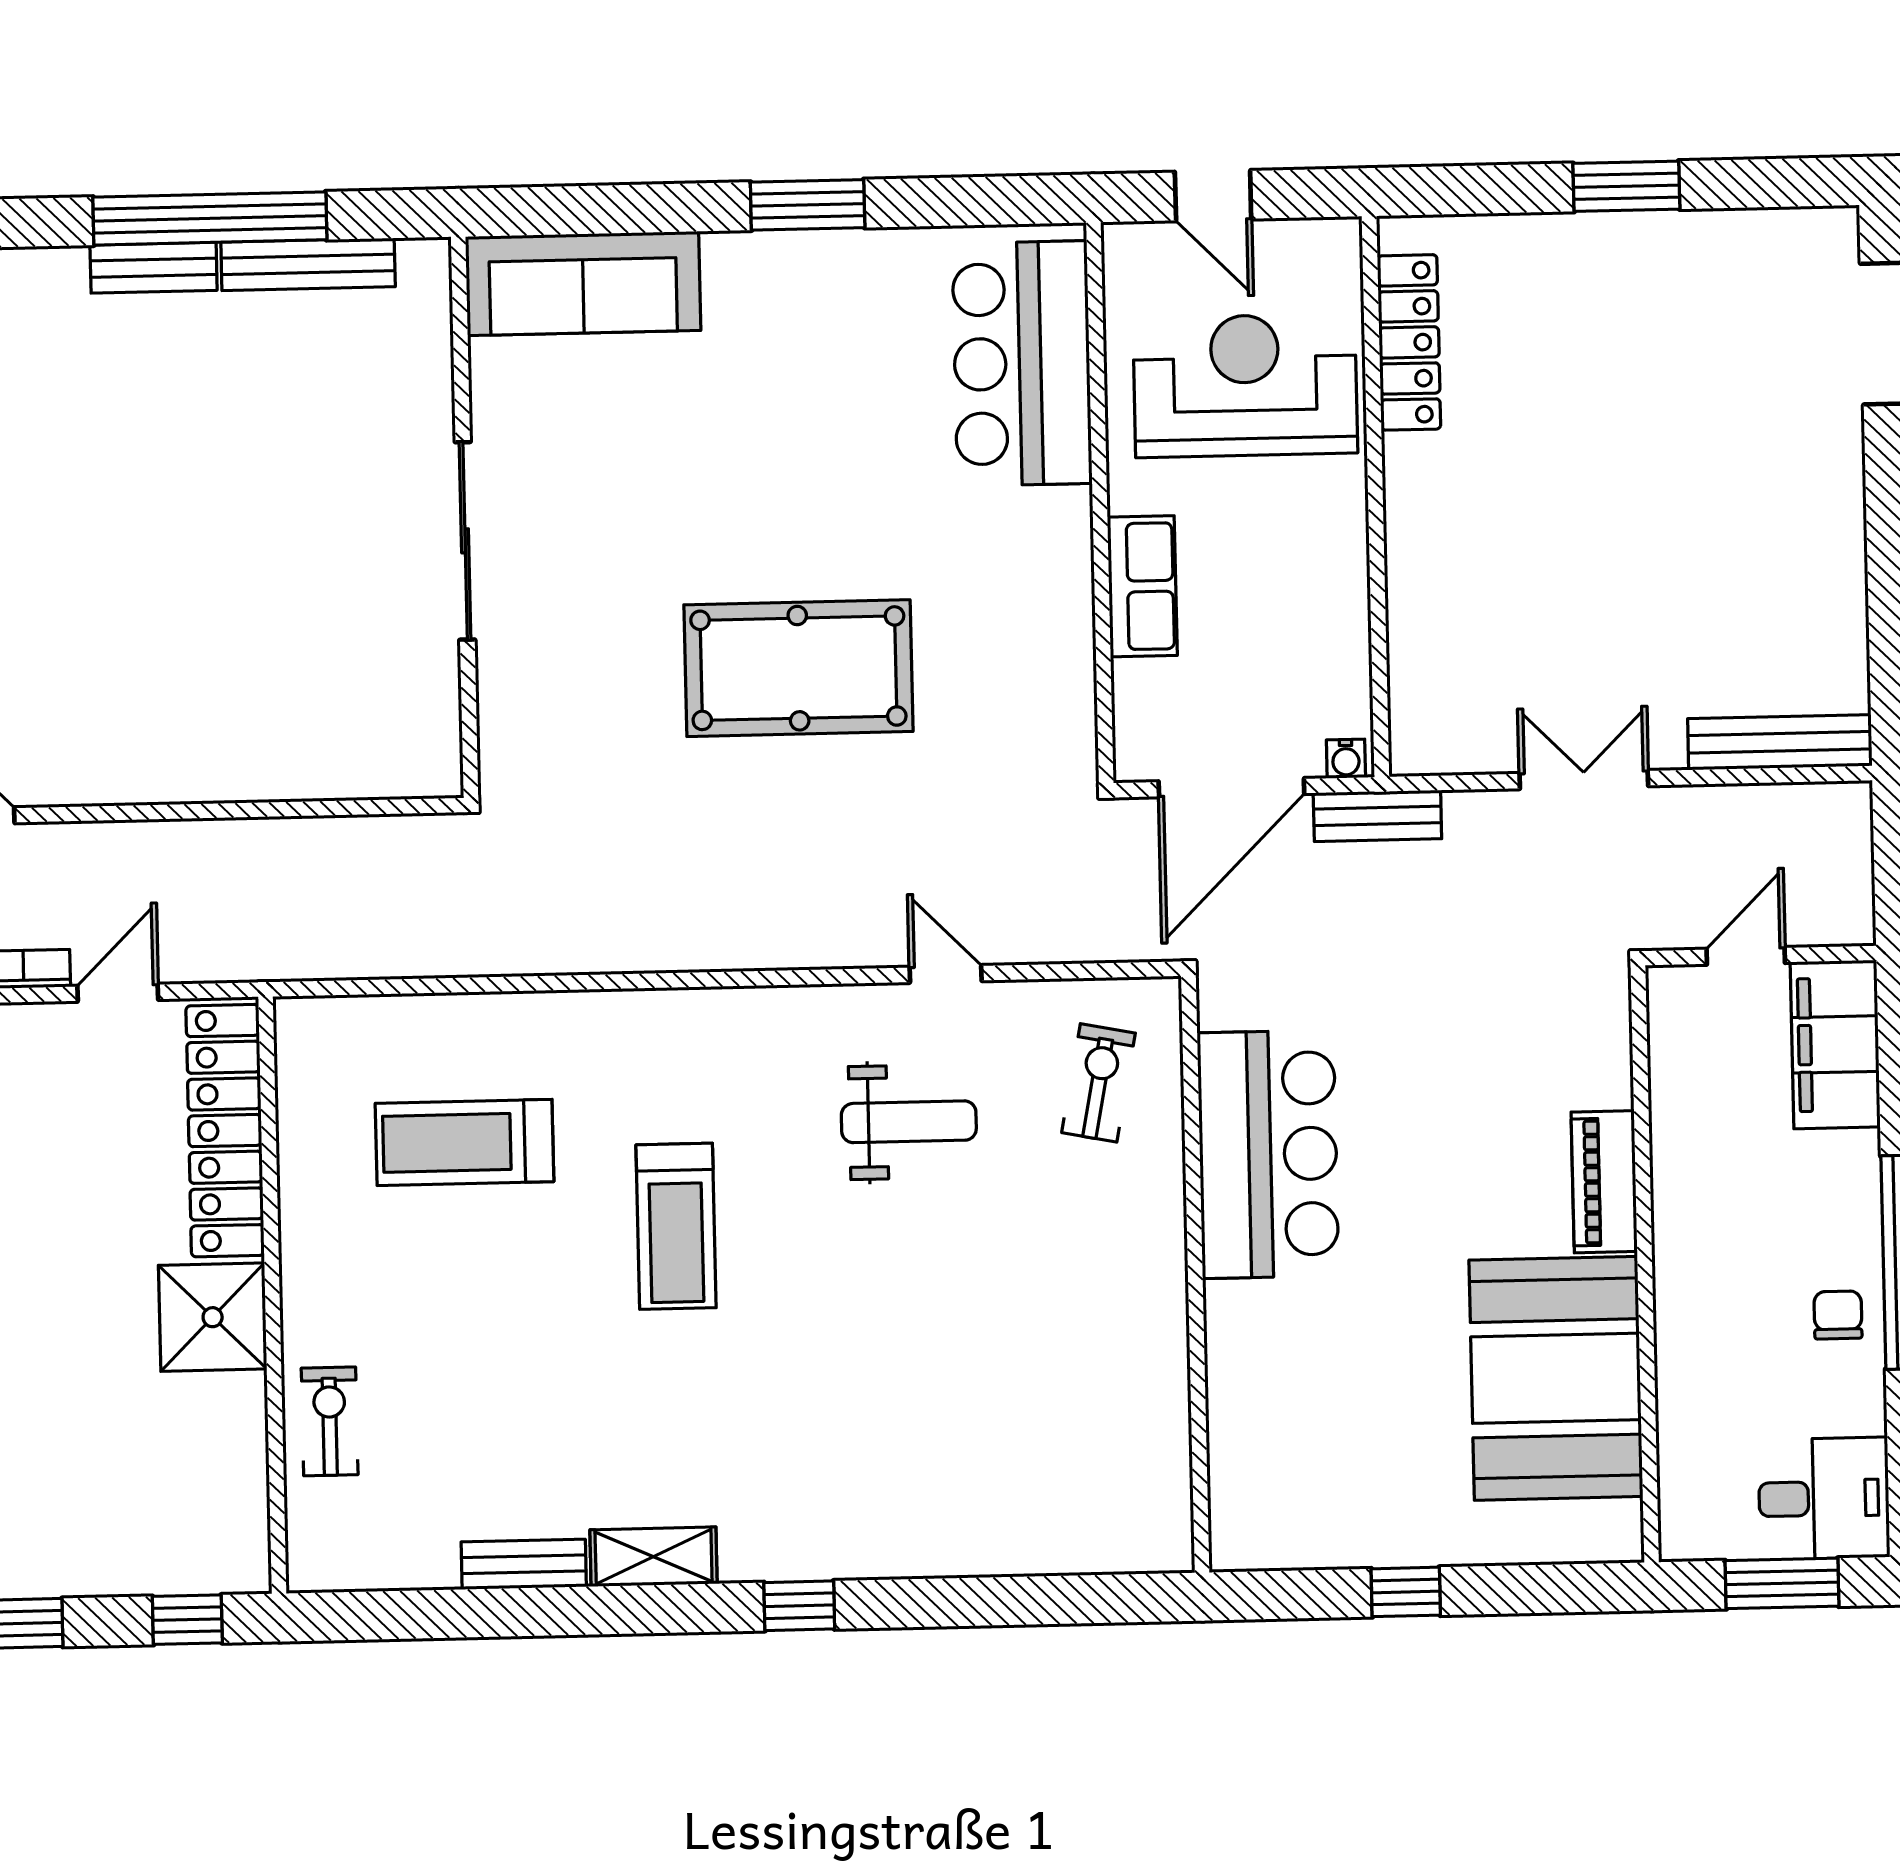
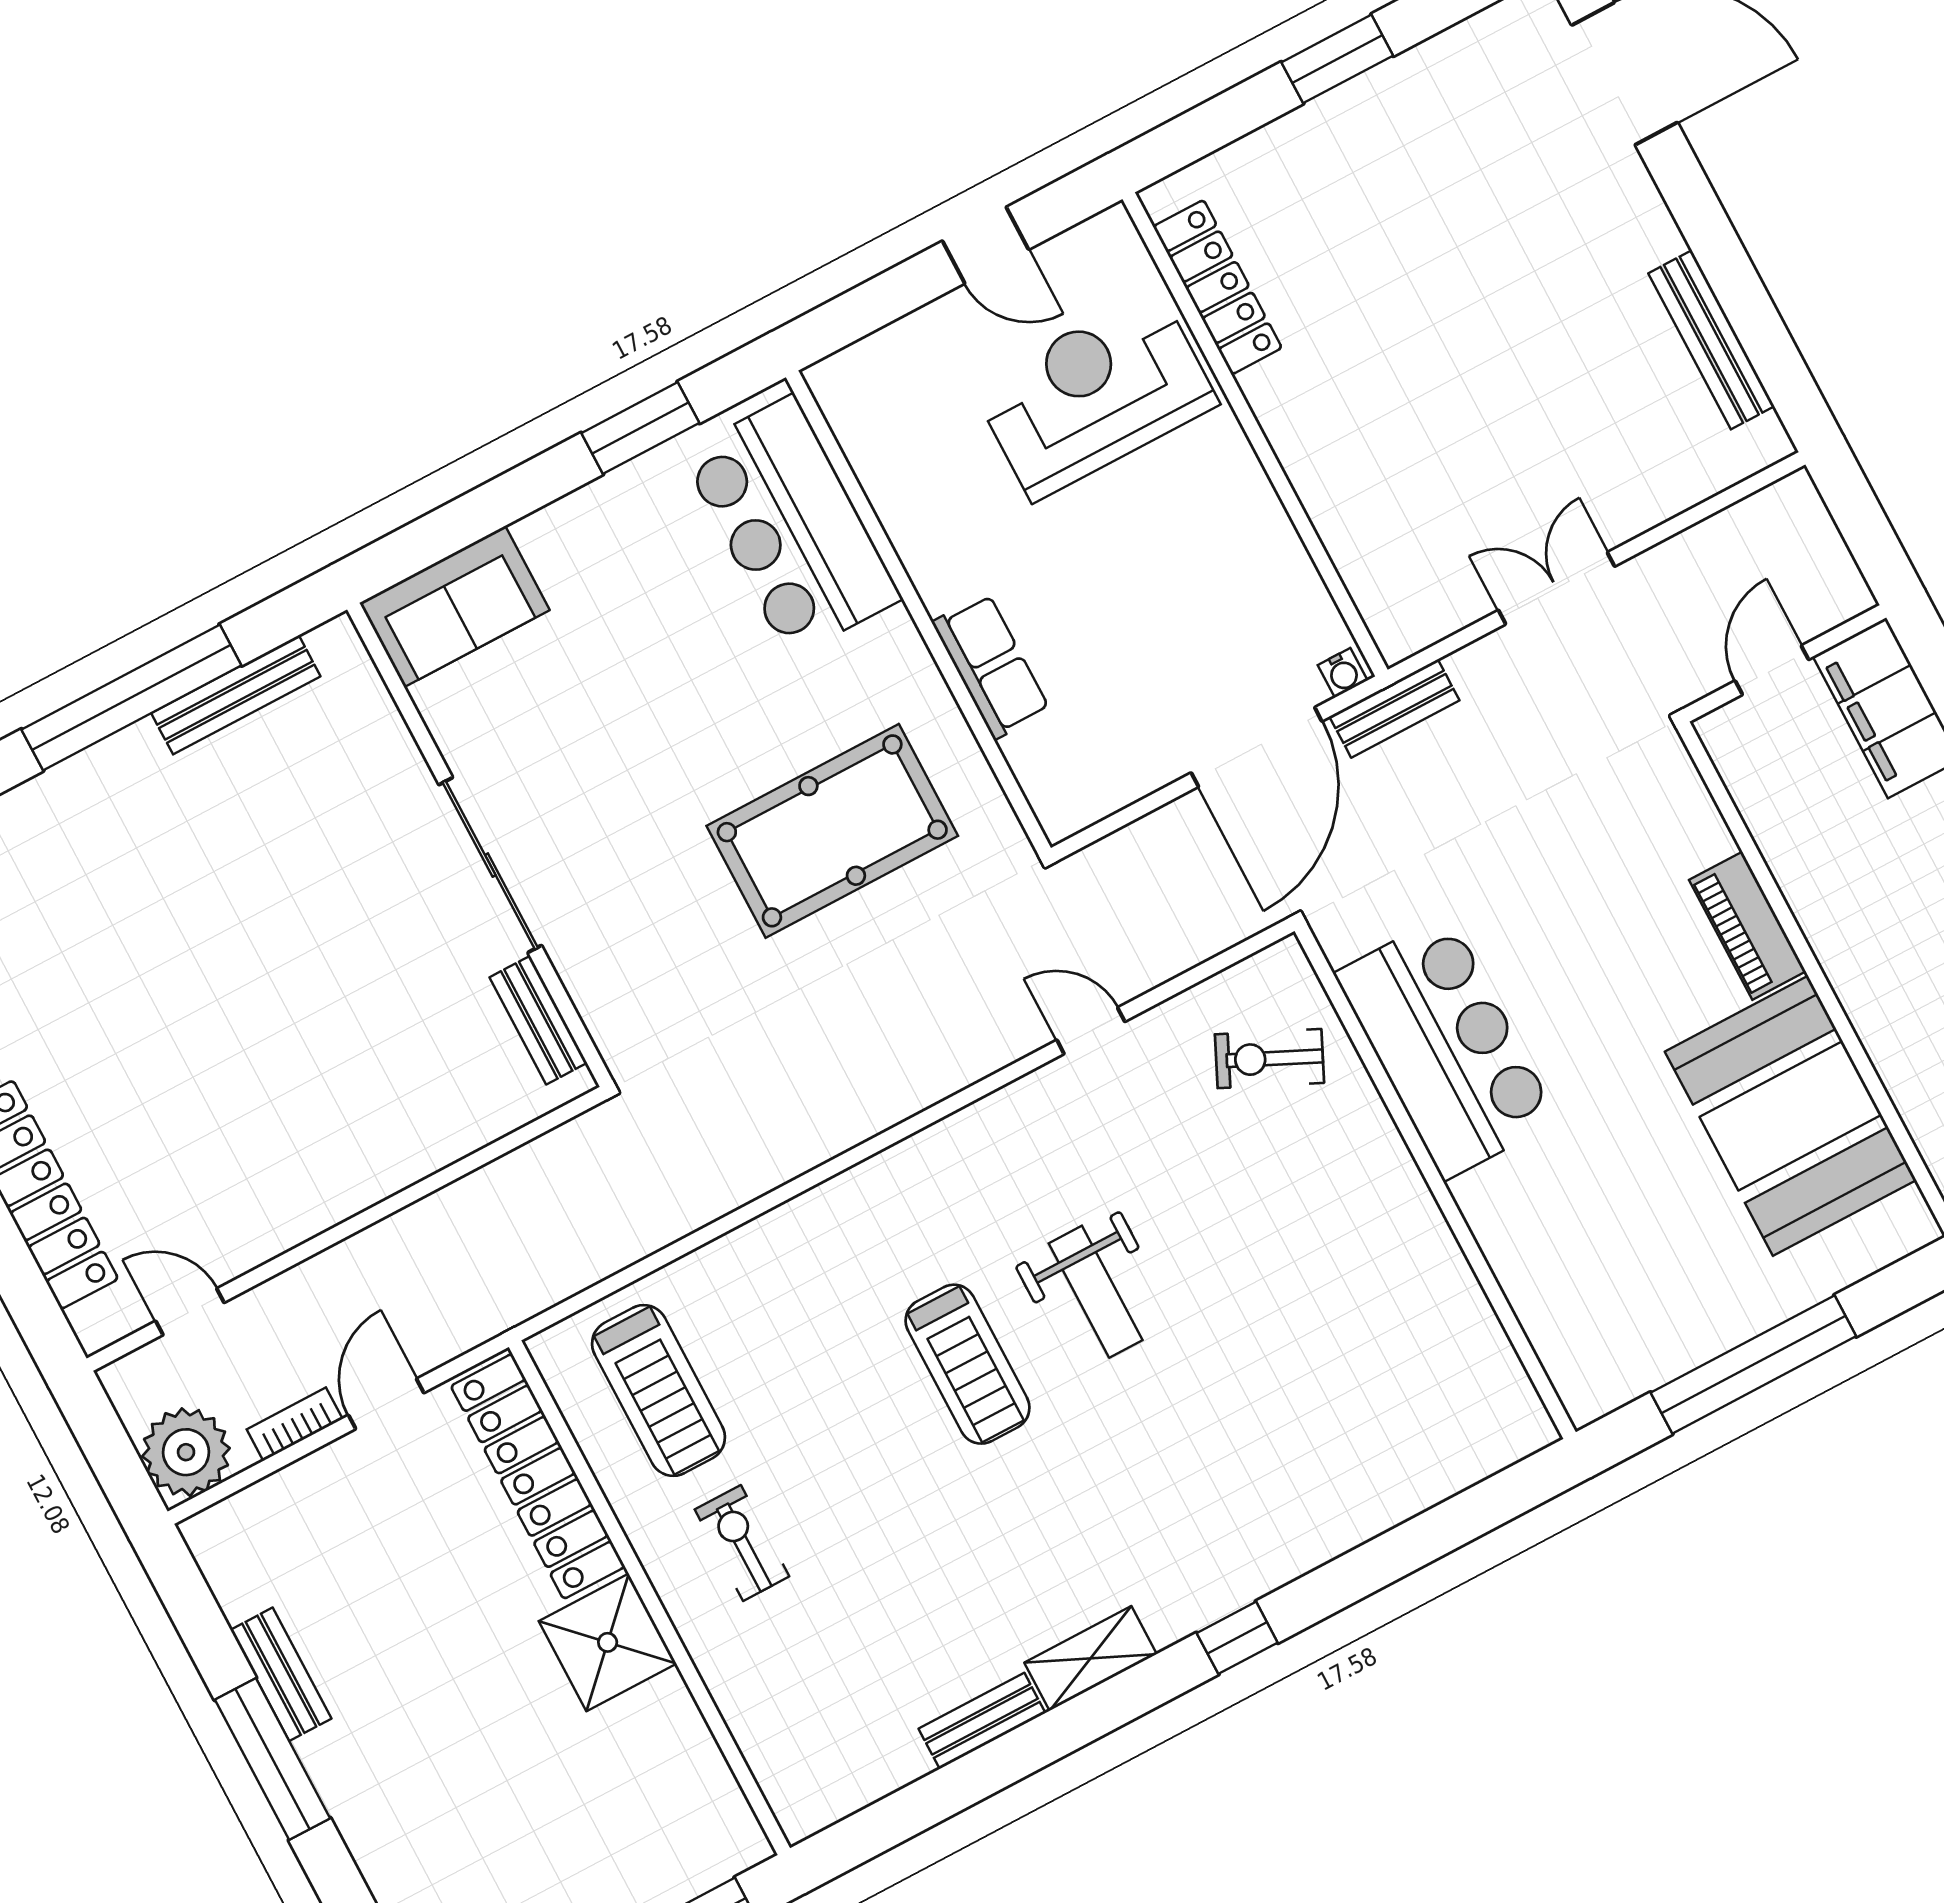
bench: (154, 268) -> (538, 1020), moved, turned 90
sofa: (583, 283) -> (455, 606), width x0.73
bar counter: (1022, 363) -> (791, 526), moved
wall: (1100, 503) -> (918, 613), moved
row of seats: (1142, 586) -> (991, 666), moved
bench: (1780, 742) -> (1711, 340), moved, turned 90
exercise bike: (1099, 1083) -> (1269, 1059), turned -76
weight bench: (909, 1122) -> (1096, 1292), moved, turned 90
treadmill: (465, 1142) -> (659, 1390), moved, turned -90
exercise bike: (330, 1421) -> (742, 1543), moved
window: (1406, 1592) -> (1753, 1364), width x3.17

